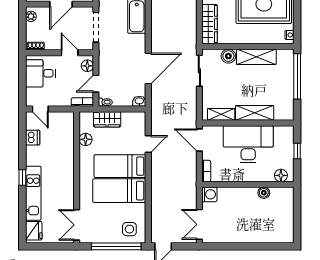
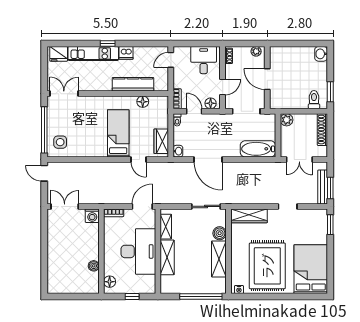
wardrobe: (107, 119) -> (161, 141), moved
dishwasher: (33, 138) -> (126, 53), moved
kitchen counter: (67, 150) -> (133, 84), added
bed: (119, 191) -> (96, 133), removed

